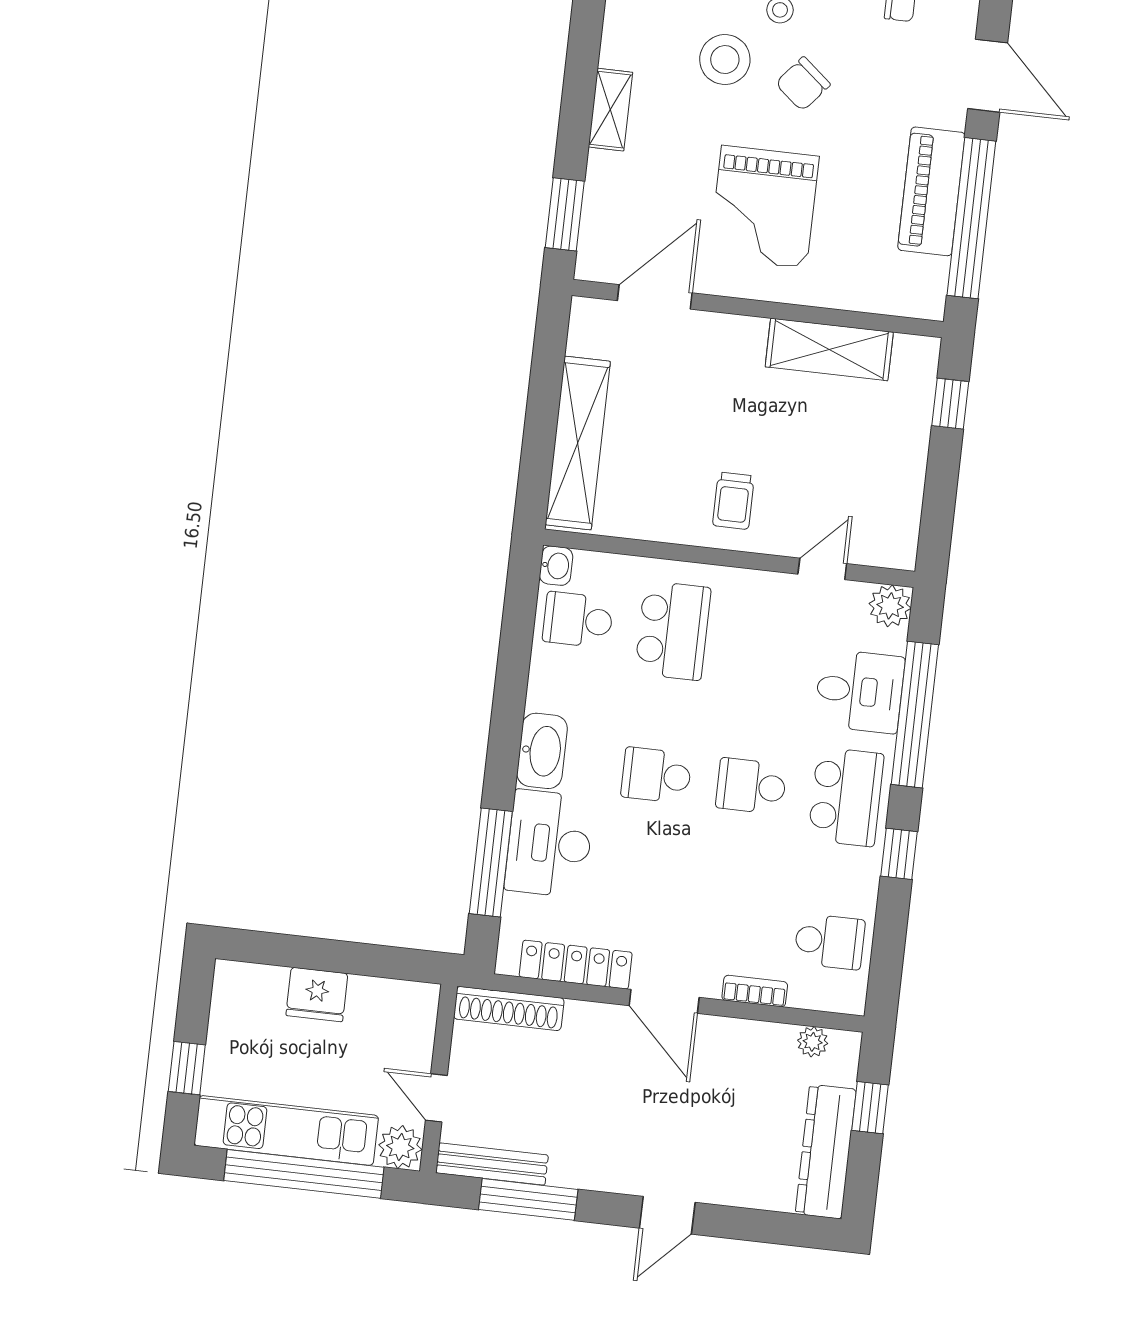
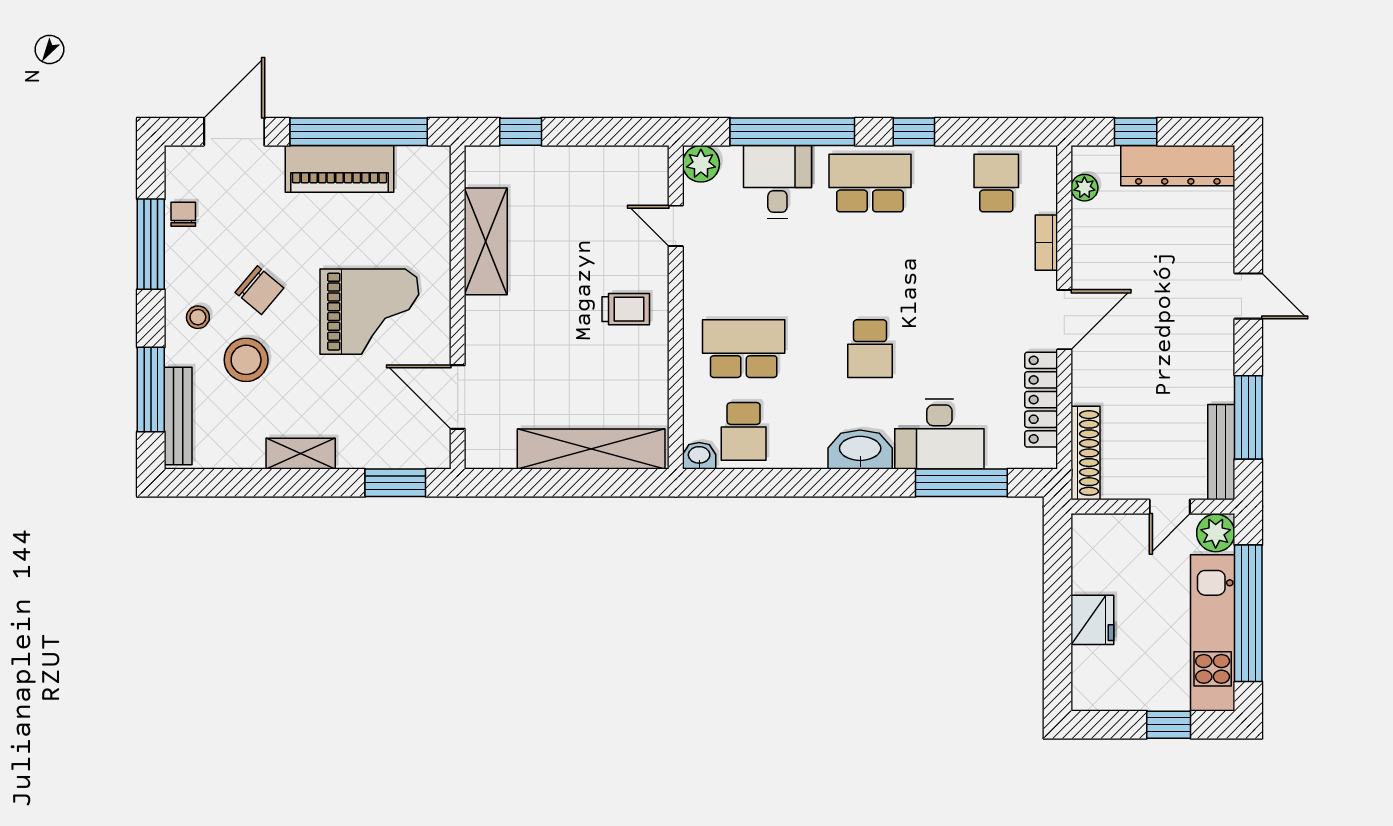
school desk: (751, 786) -> (870, 266), removed

